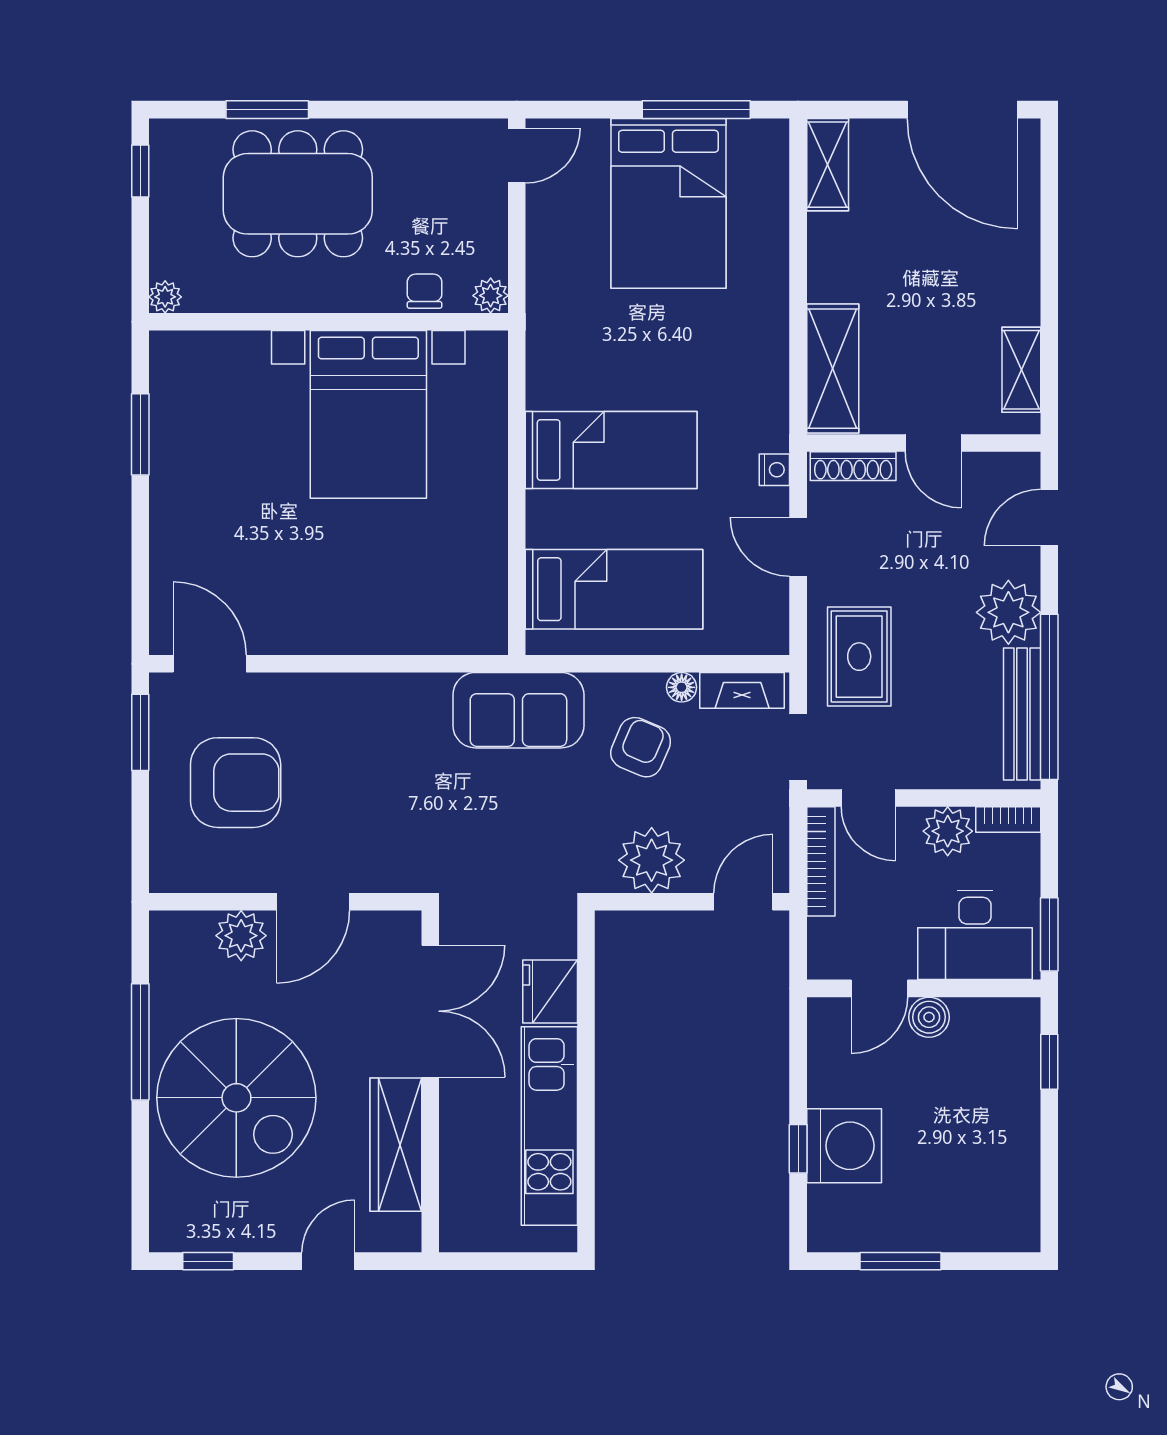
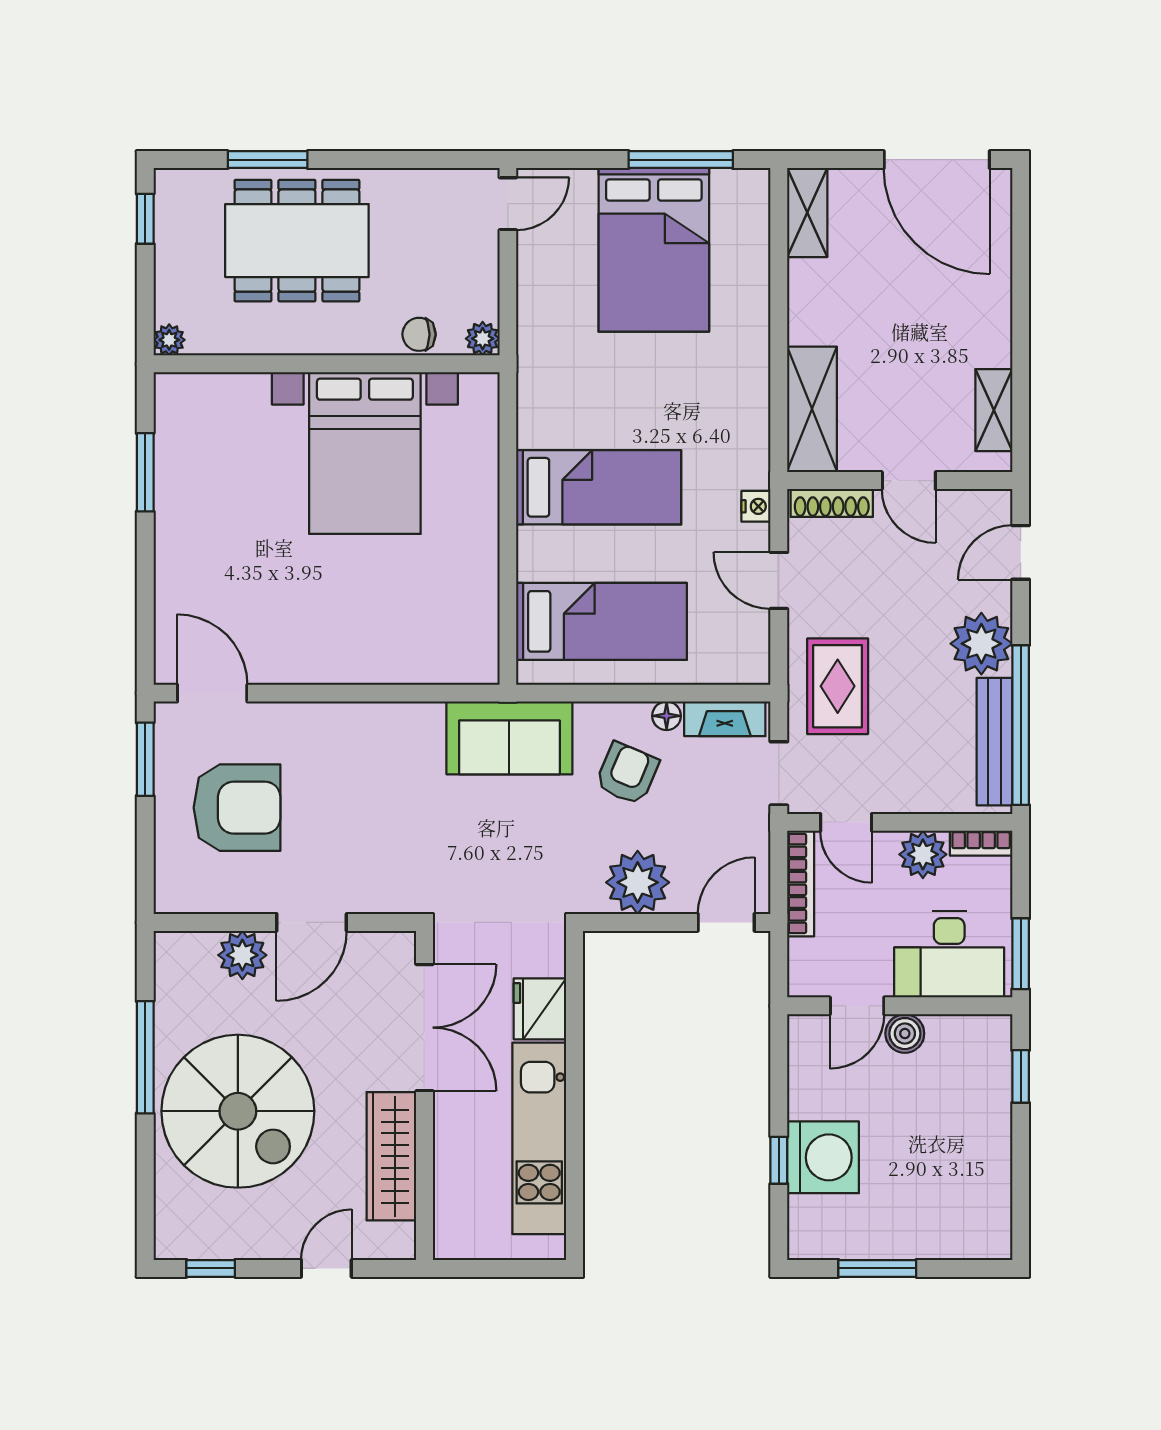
chair: (425, 291) -> (419, 334), turned -90

